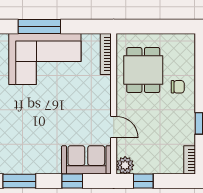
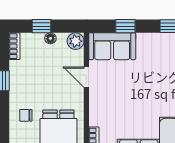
floor lamp: (152, 168) -> (50, 38), added
window: (143, 181) -> (42, 26), moved

